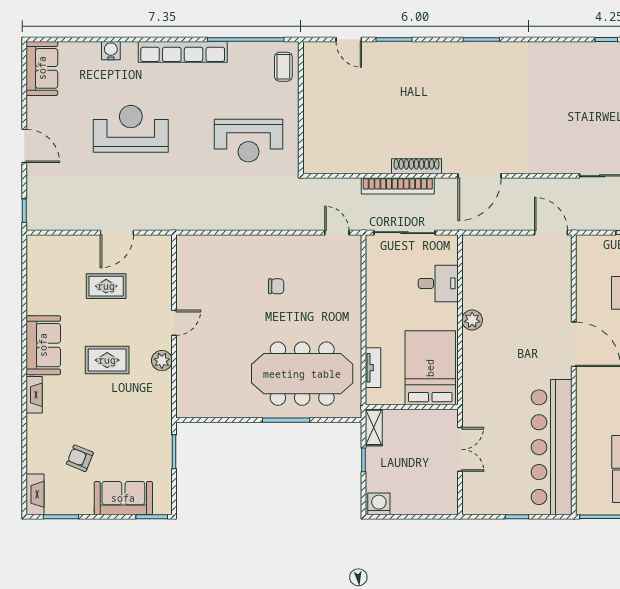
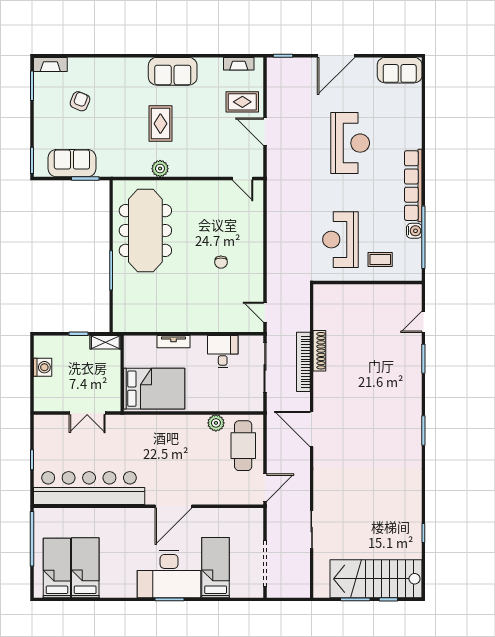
water cooler: (111, 51) -> (414, 231), moved
coffee table: (283, 67) -> (380, 260), moved
door: (24, 146) -> (336, 56), width x1.36
shoe rack: (416, 166) -> (319, 351), moved
door: (337, 233) -> (265, 312), swing flipped
cafe table: (500, 259) -> (243, 446), added
desk: (438, 283) -> (223, 352), moved, turned 180
rug: (106, 286) -> (242, 102), moved, turned 90
plant: (472, 320) -> (216, 423), moved
door: (174, 323) -> (243, 178), moved
tv unit: (373, 368) -> (174, 342), moved
meeting table: (302, 374) -> (145, 231), moved
fireplace: (34, 395) -> (239, 64), moved
sofa: (123, 498) -> (72, 163), moved, turned -90
washing machine: (379, 504) -> (43, 367), moved

